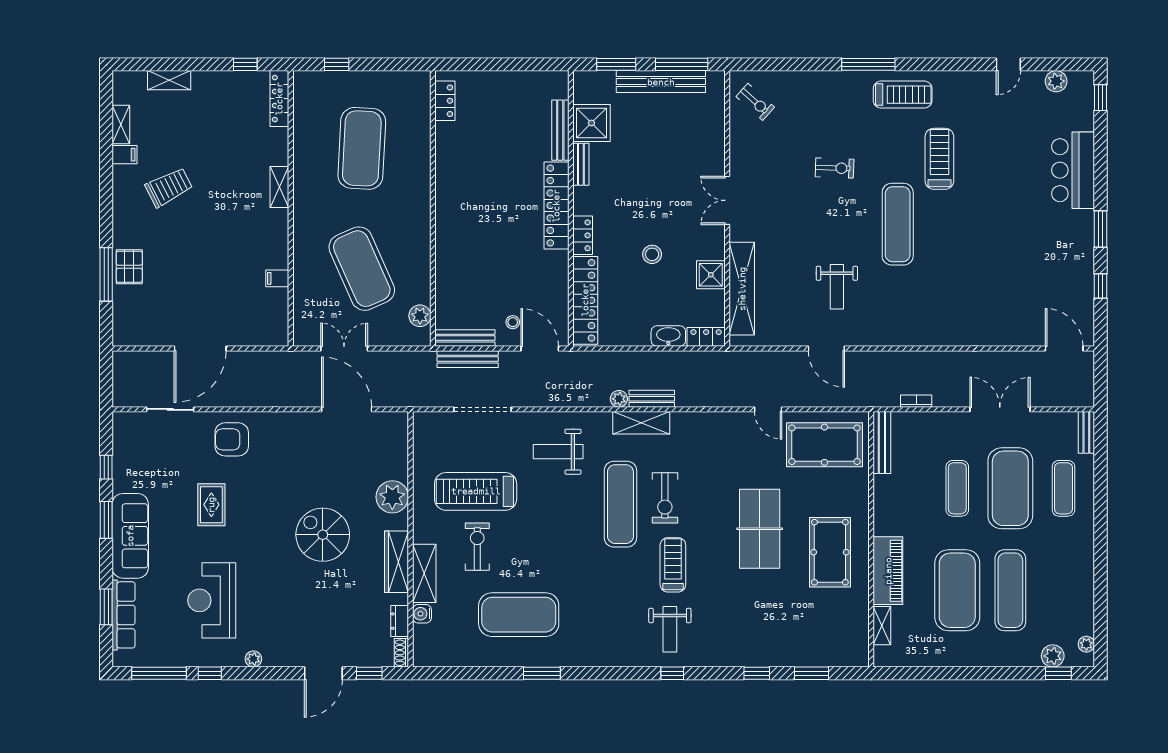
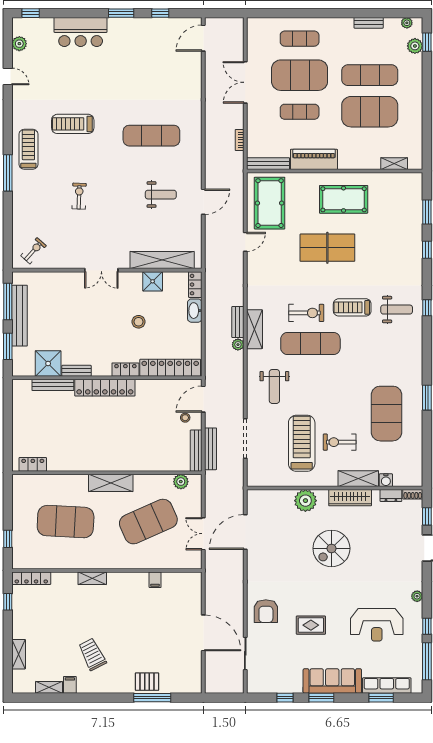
shelving: (418, 214) -> (111, 483), added
exercise mat: (898, 224) -> (151, 136), moved
bench: (1086, 432) -> (369, 23), moved
treadmill: (476, 491) -> (302, 443), turned 180
piano: (888, 571) -> (314, 159), moved

